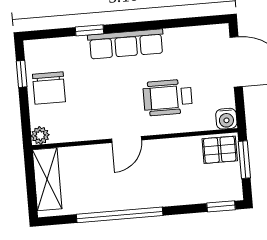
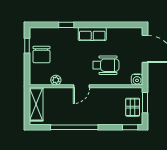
row of seats: (126, 44) -> (92, 34), width x0.68
wheelchair: (168, 98) -> (106, 65), turned 180
plant: (40, 135) -> (56, 80), moved
pallet: (220, 150) -> (133, 107), moved, turned 90

